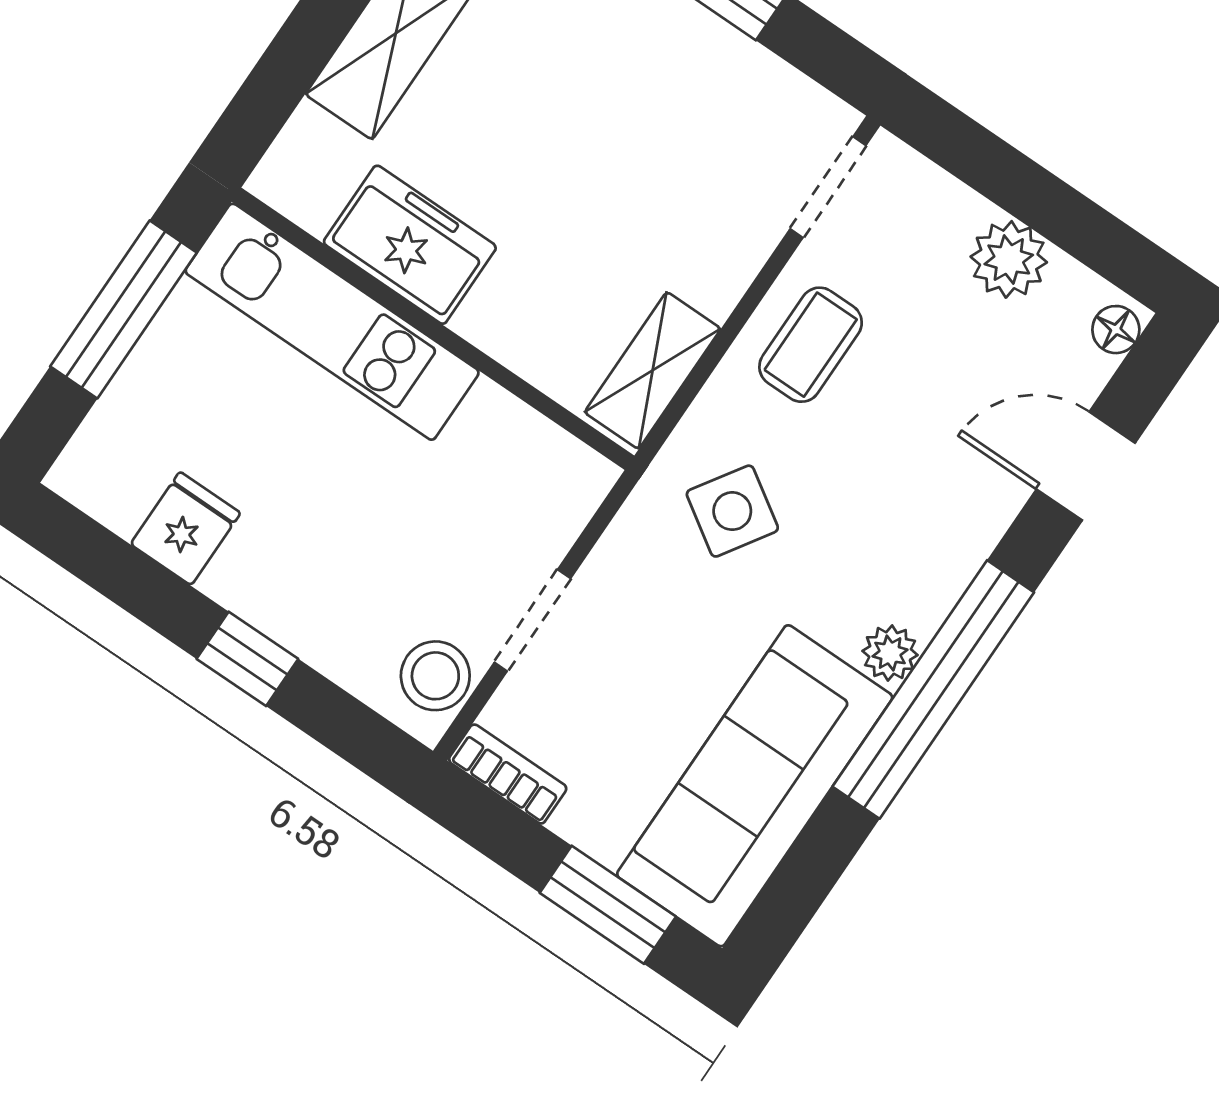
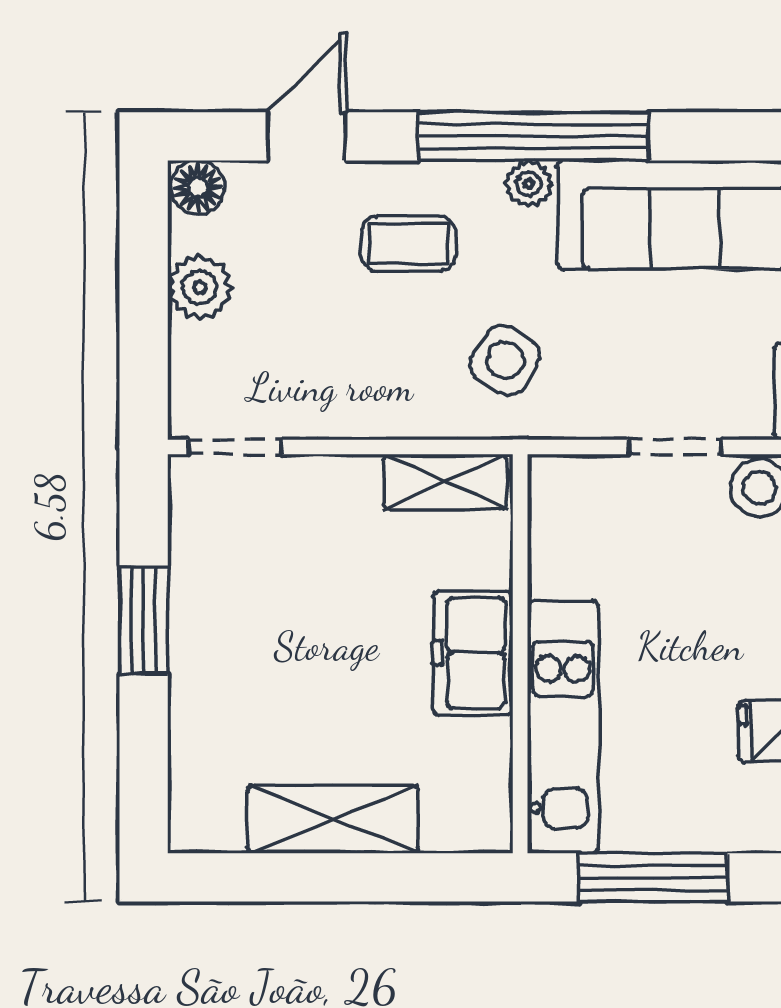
freezer: (410, 245) -> (473, 653), moved
floor lamp: (1116, 330) -> (198, 187), width x1.37, depth x1.37
coffee table: (811, 345) -> (408, 244), moved
door: (1086, 466) -> (307, 136), swing flipped

